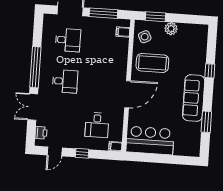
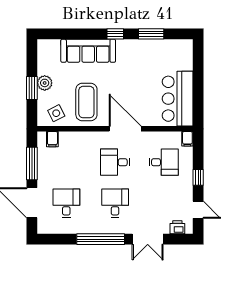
window: (156, 17) -> (32, 88), moved
window: (210, 71) -> (115, 34), moved
desk: (100, 84) -> (115, 162), added
sofa: (194, 98) -> (88, 51), moved

